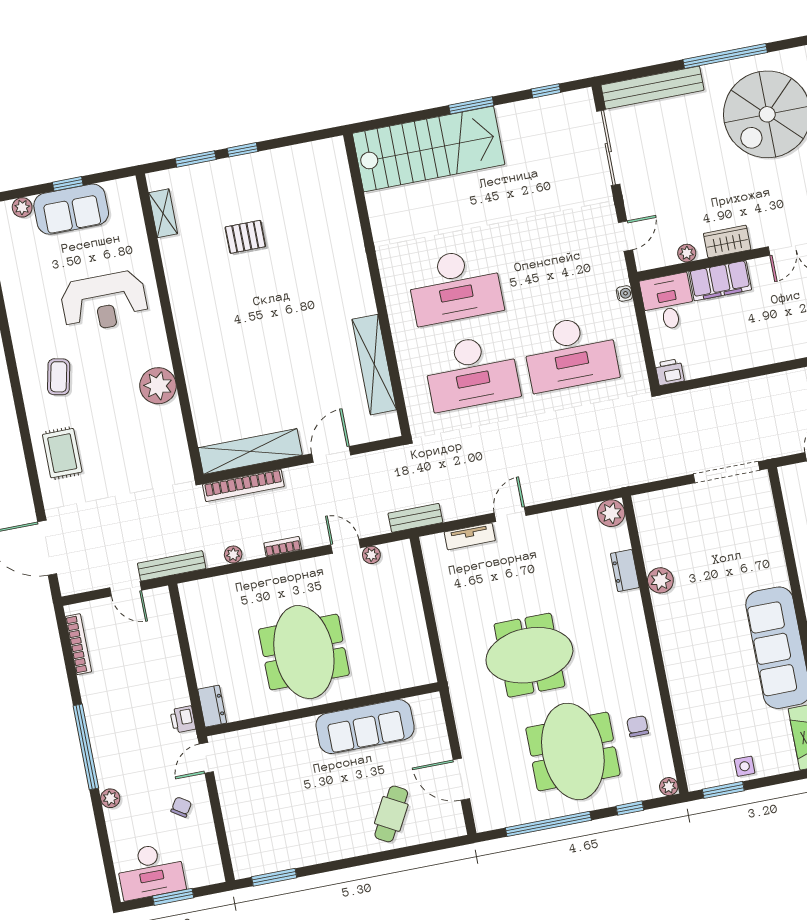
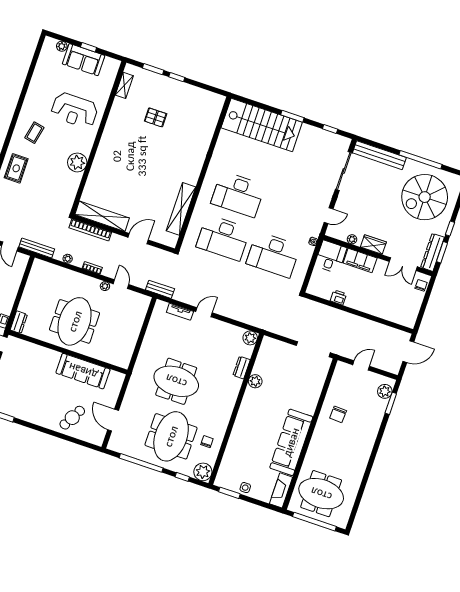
printer: (670, 372) -> (338, 297), moved
plant: (371, 555) -> (105, 286), moved
plant: (669, 787) -> (203, 472), width x1.88, depth x1.88

